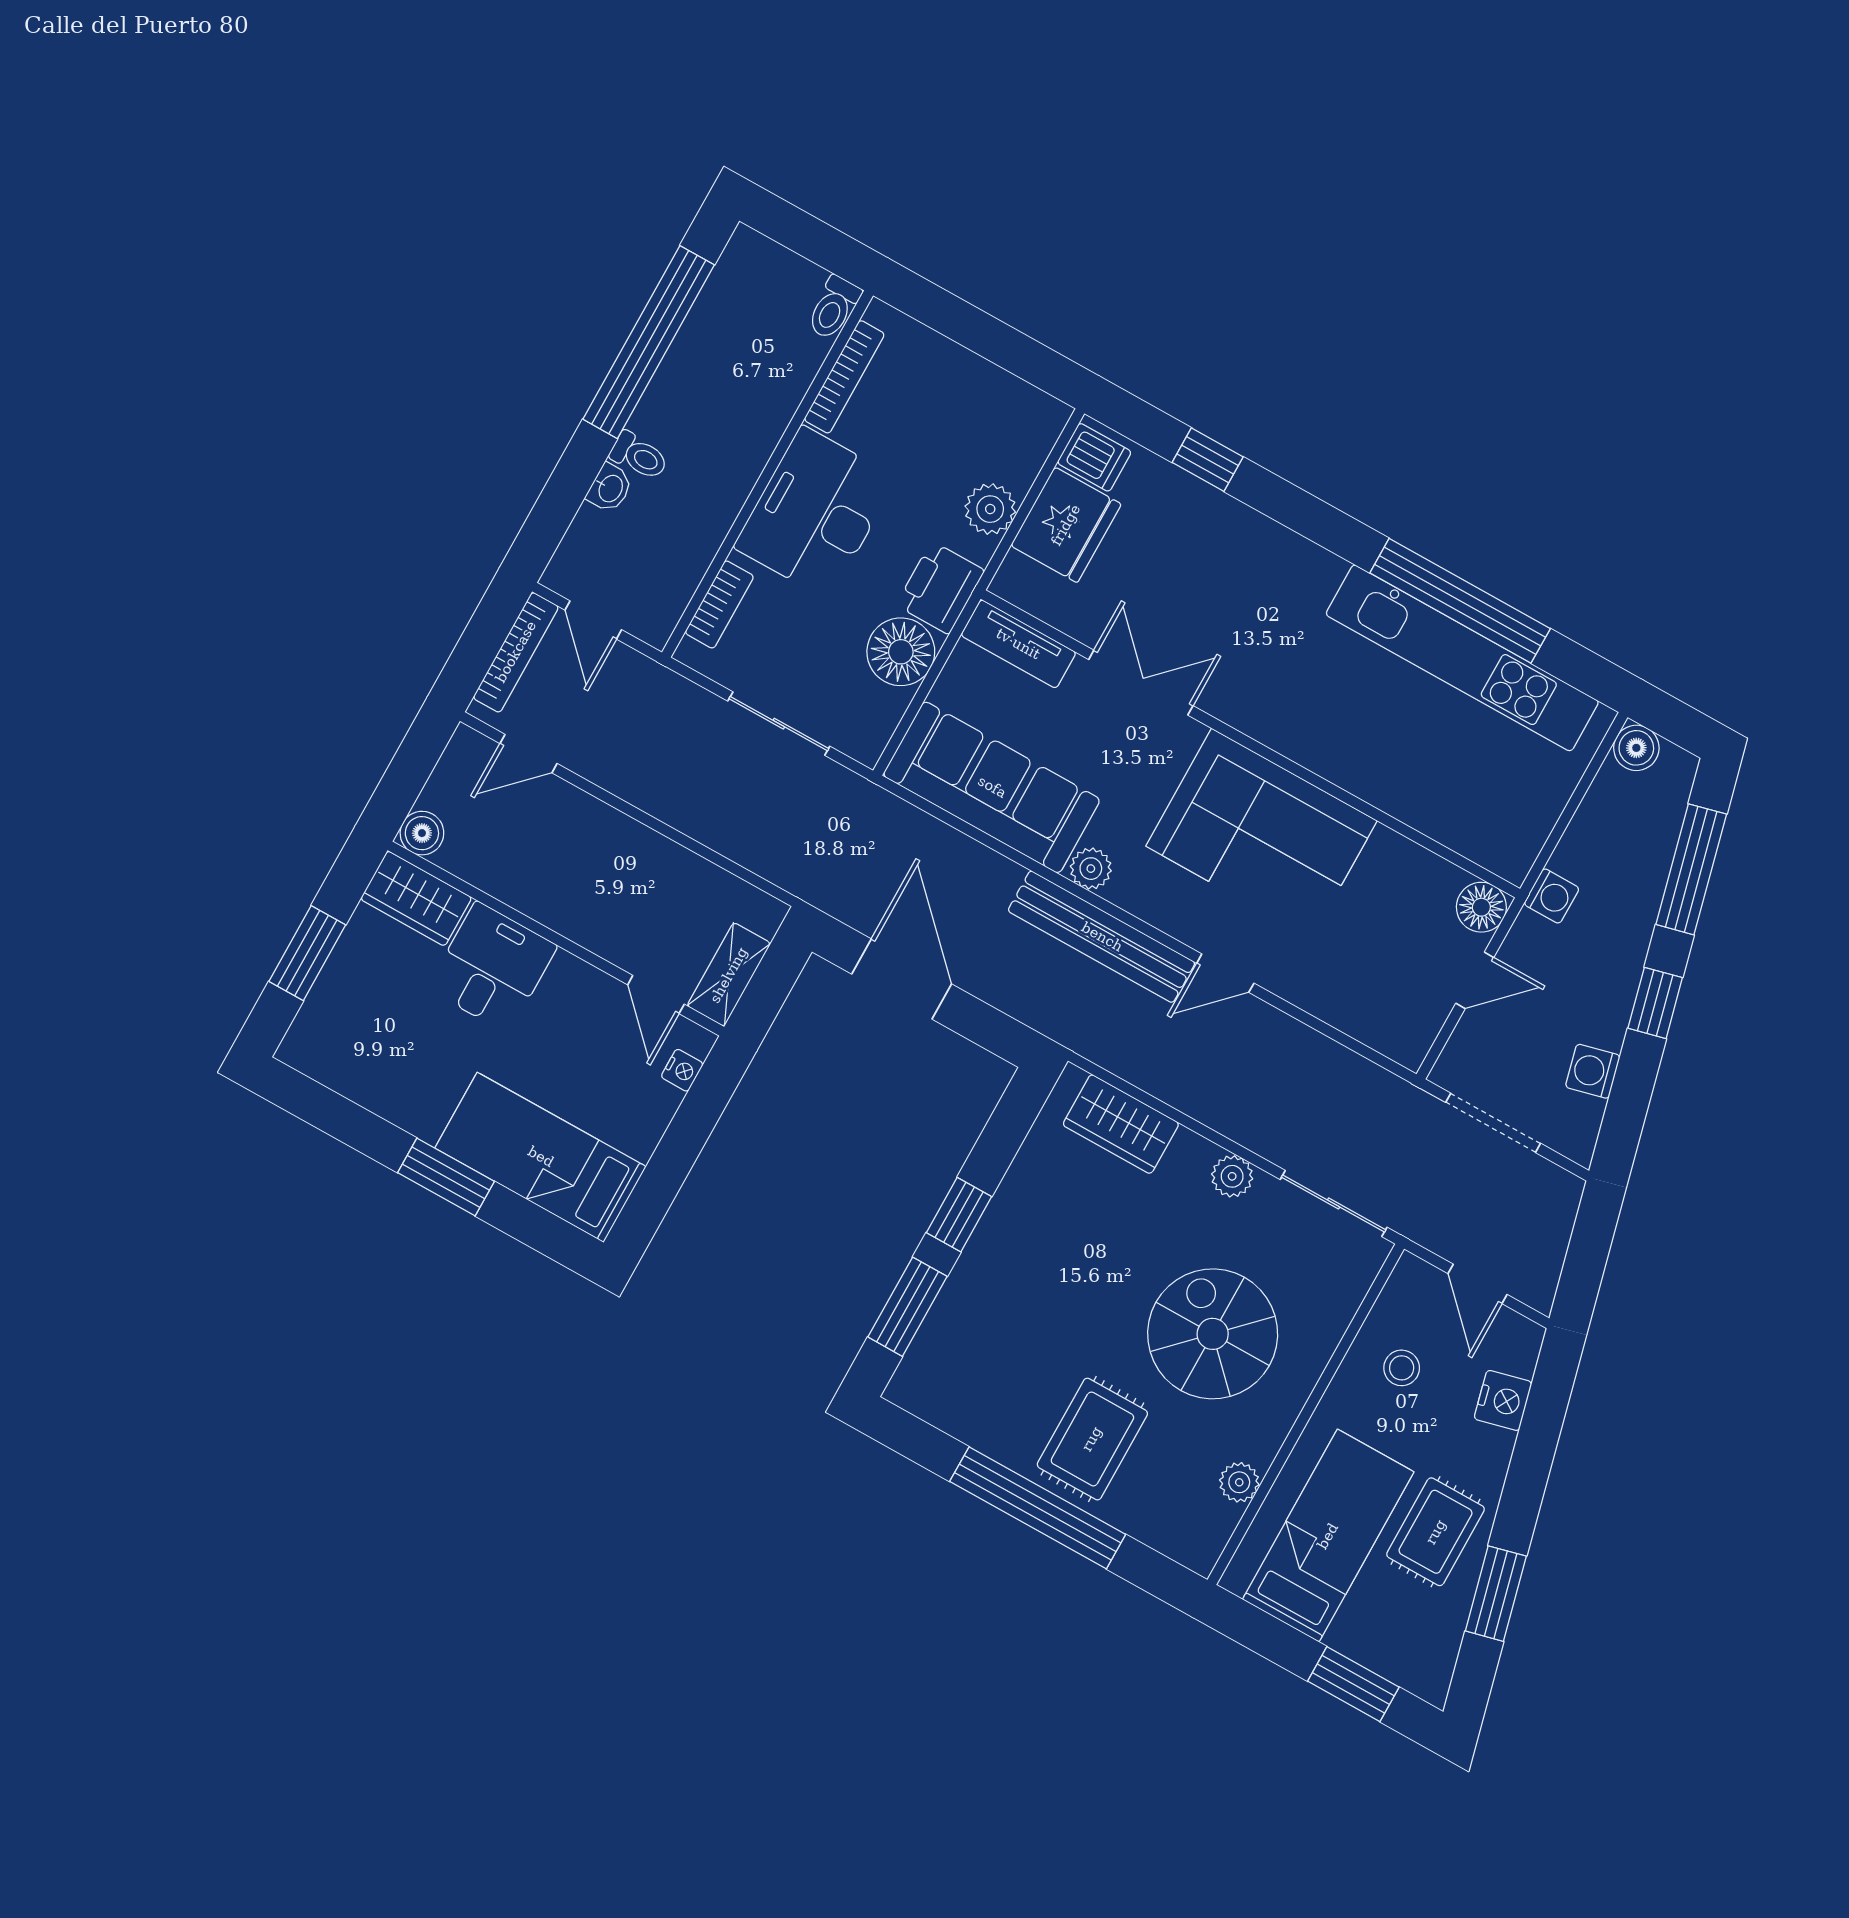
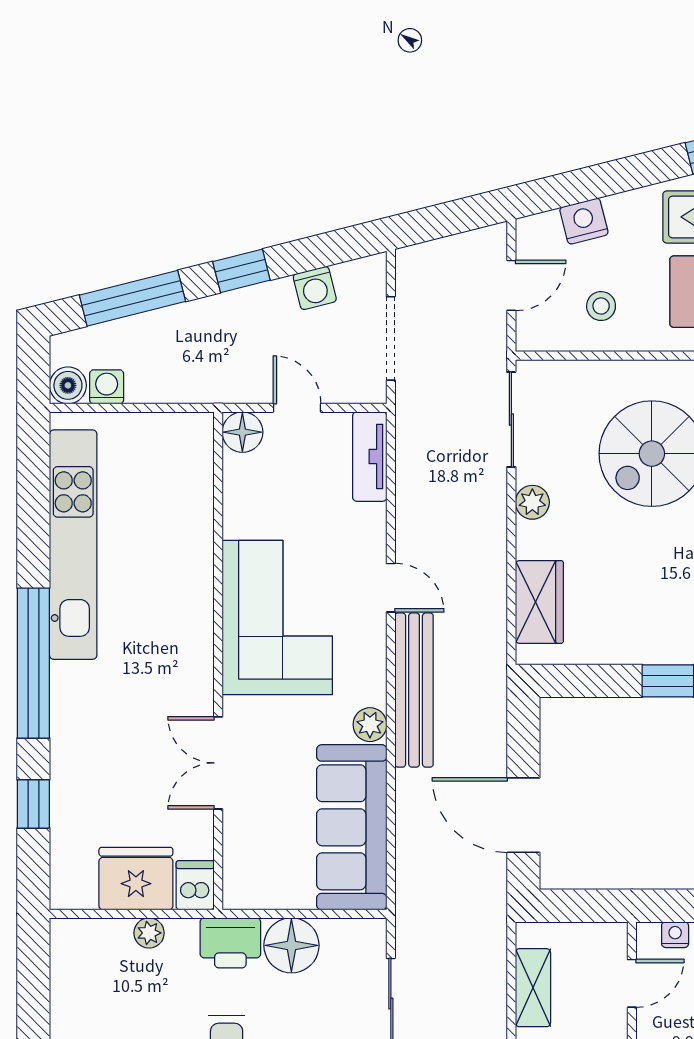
dishwasher: (1094, 457) -> (195, 885), moved
plant: (990, 509) -> (149, 933), width x0.73, depth x0.73
window: (1460, 601) -> (33, 663), moved
tv unit: (1018, 644) -> (370, 457), moved, turned 180
washing machine: (1552, 896) -> (107, 387), moved
shelving: (729, 975) -> (533, 988), moved, turned 90
door: (902, 979) -> (523, 815), hinge flipped

